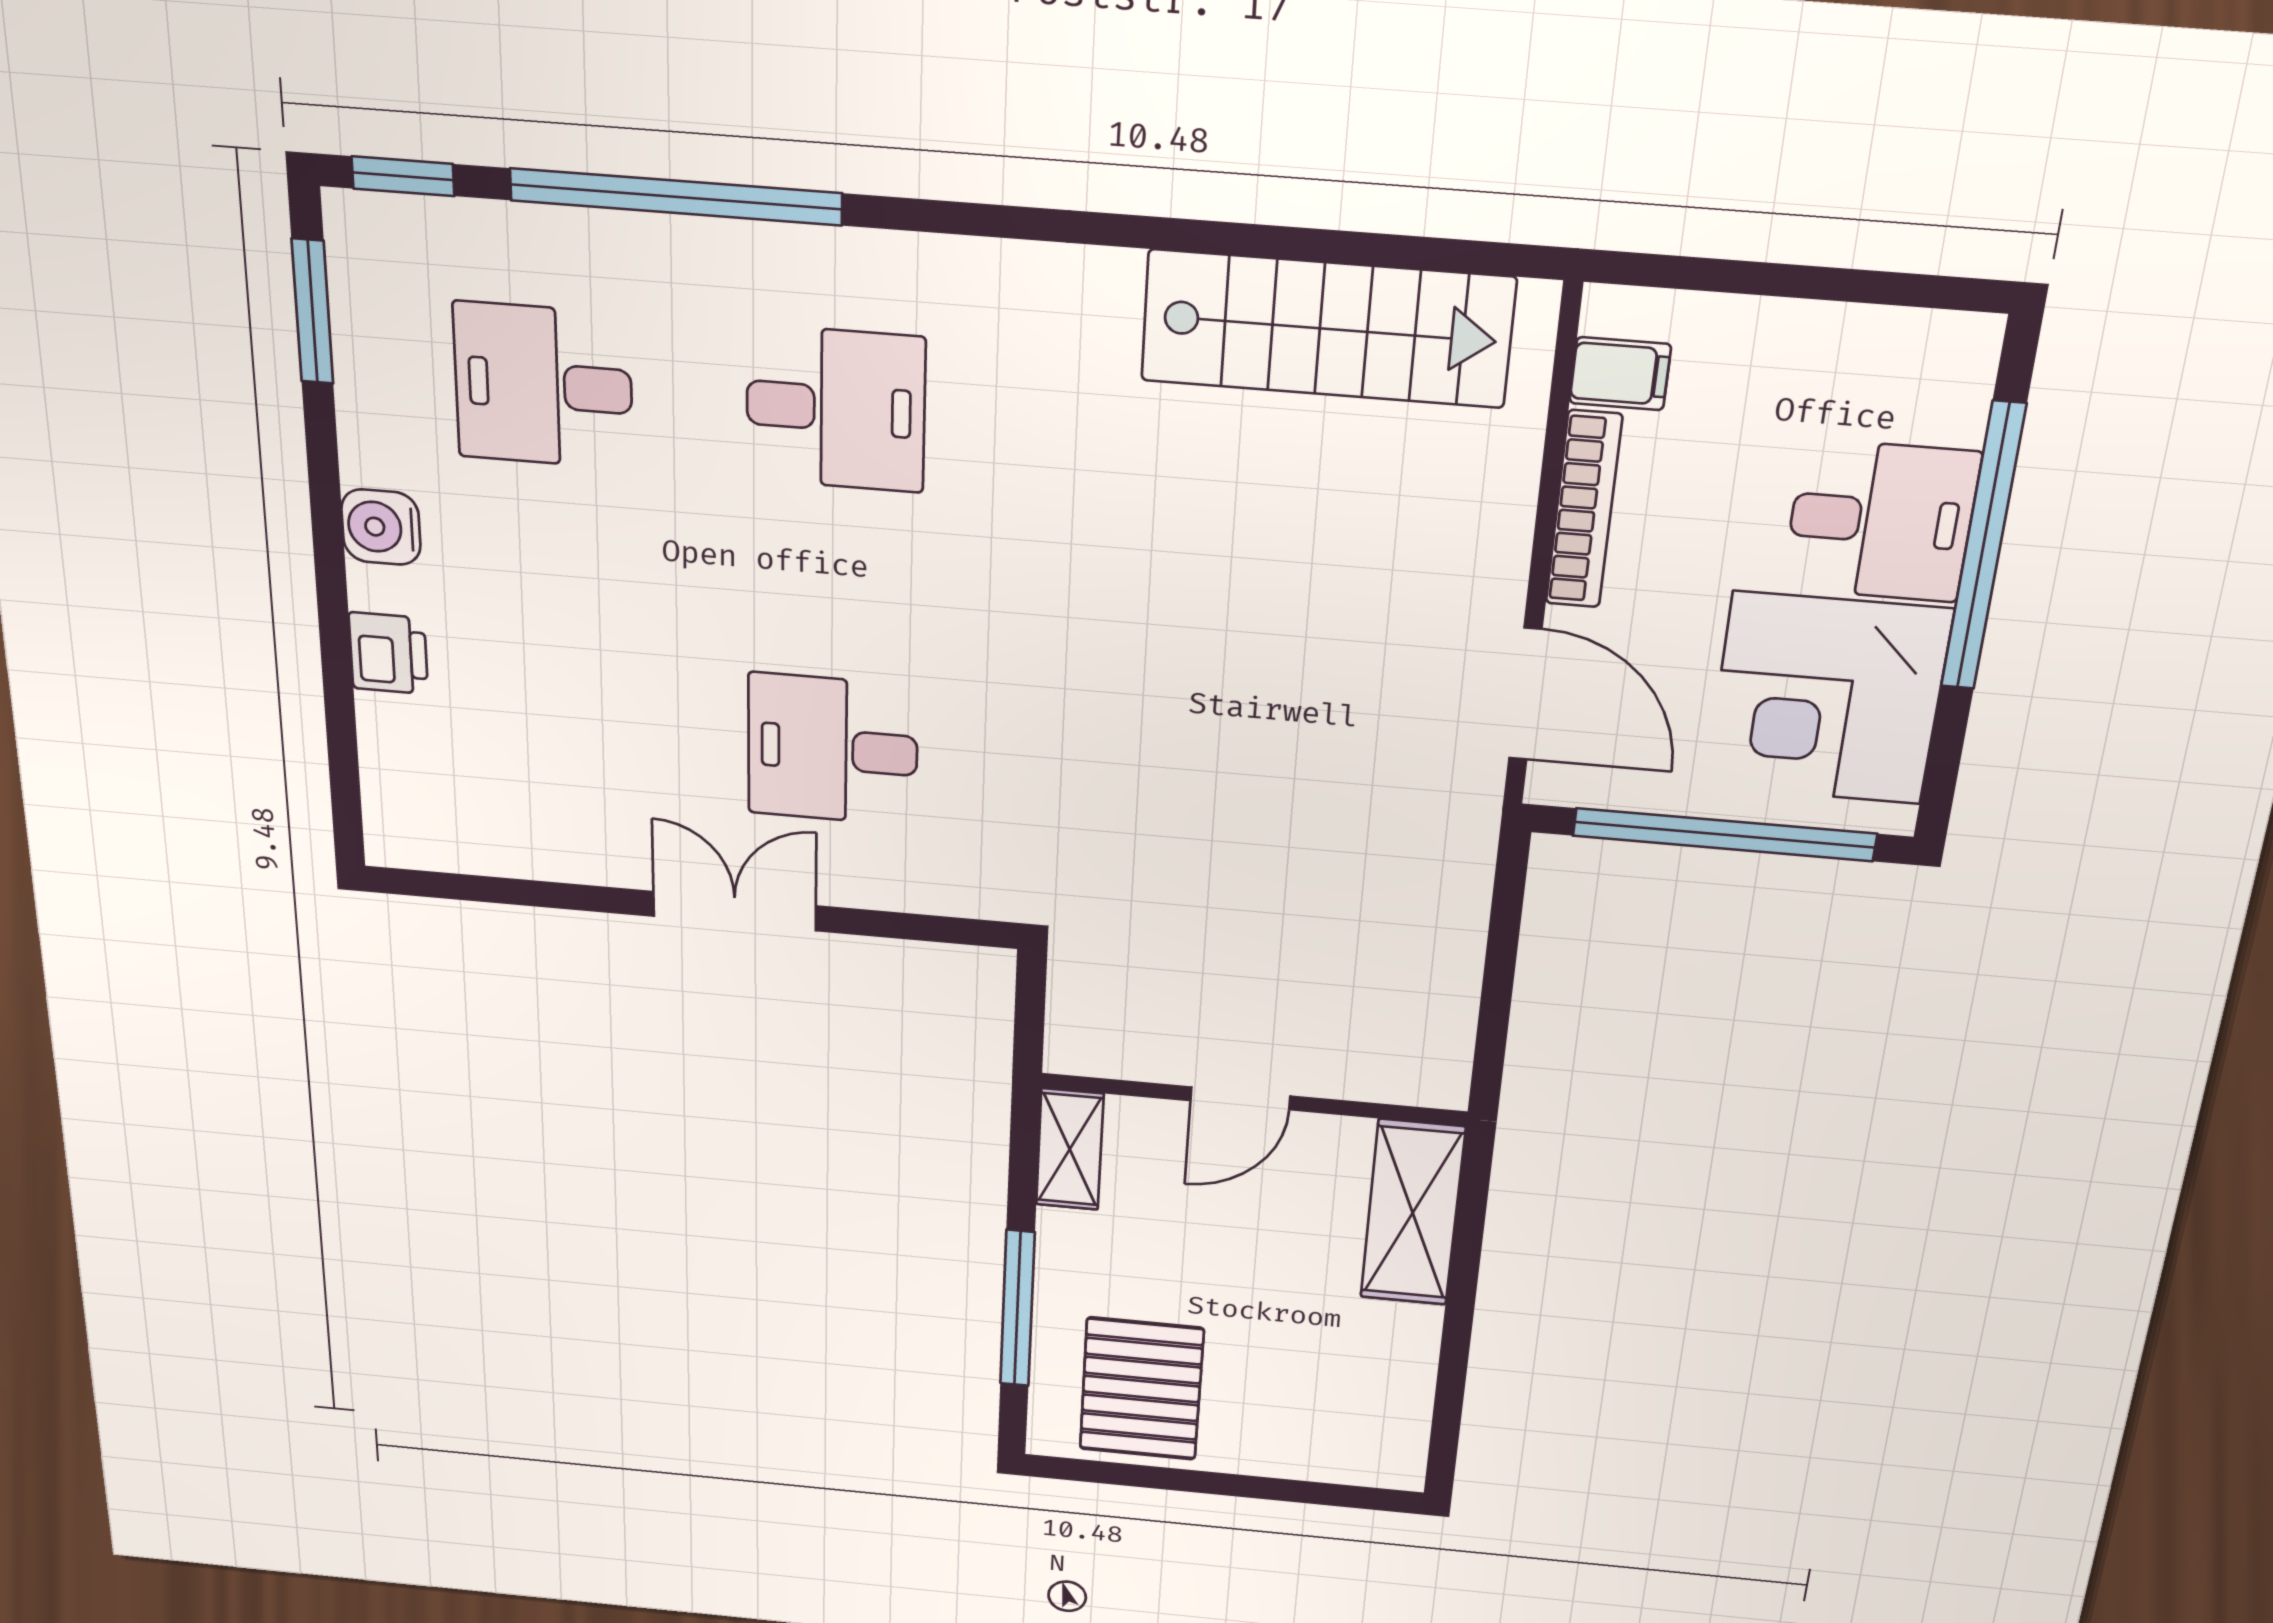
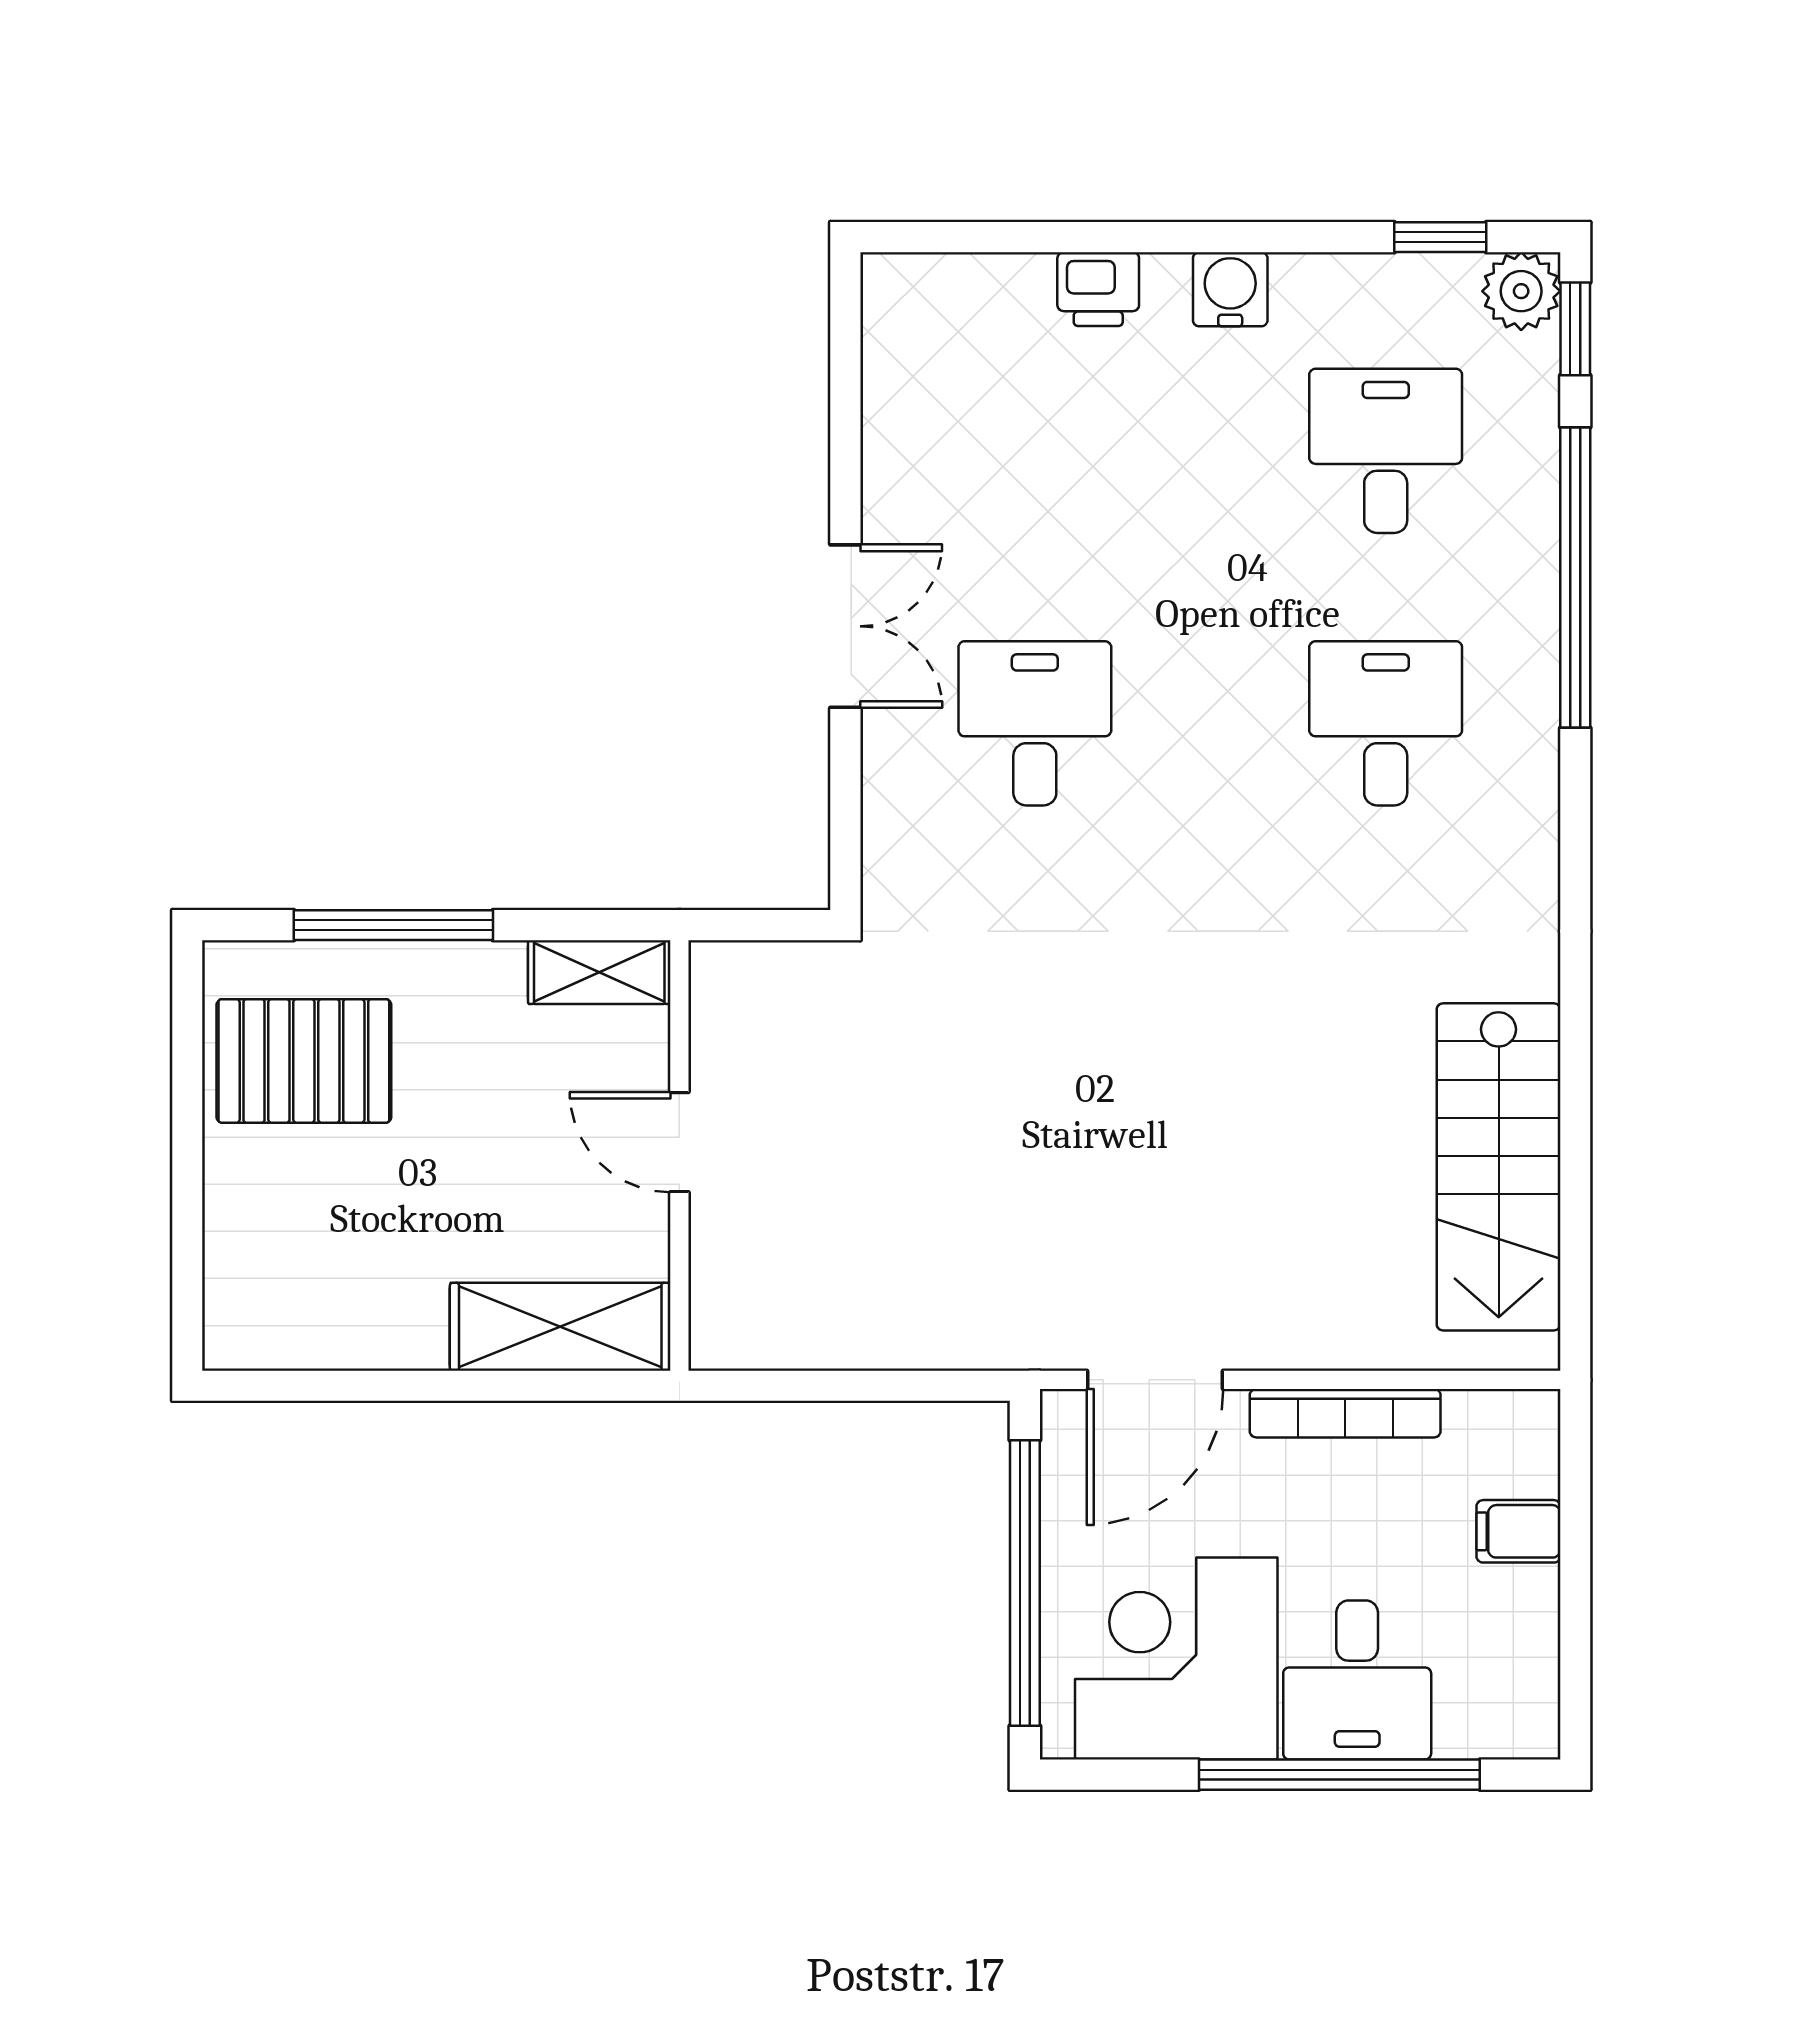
plant: (365, 231) -> (1521, 291), added
window: (313, 311) -> (1440, 237), width x0.67
filing cabinet: (1620, 374) -> (1518, 1531), moved, turned 90
desk: (836, 409) -> (1386, 723), turned 180

